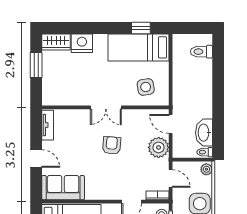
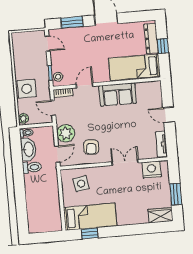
nightstand: (82, 43) -> (151, 170), moved, turned 180
toilet: (201, 52) -> (32, 167), moved
double door: (106, 107) -> (125, 162), moved
door: (171, 124) -> (57, 154), hinge flipped
armchair: (112, 145) -> (91, 147), moved
sofa: (63, 188) -> (118, 94), moved

